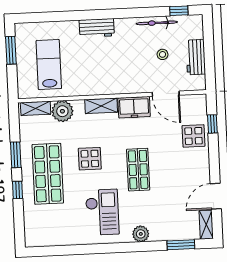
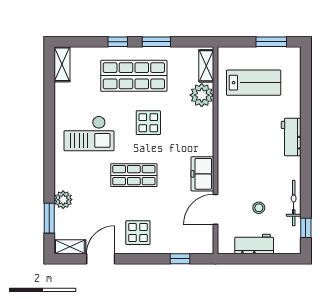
shelving: (101, 106) -> (62, 64), moved
display table: (194, 136) -> (138, 233), moved
door: (216, 196) -> (101, 259), hinge flipped
plant: (141, 234) -> (63, 200), moved

